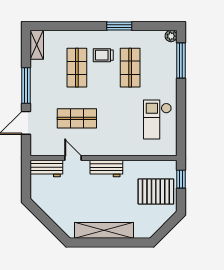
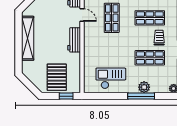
window: (181, 60) -> (141, 96), moved
plant: (169, 75) -> (144, 87), added
door: (73, 158) -> (82, 15), hinge flipped

